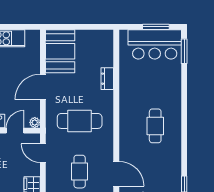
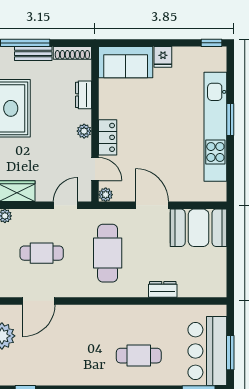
cafe table: (155, 126) -> (139, 356), moved

